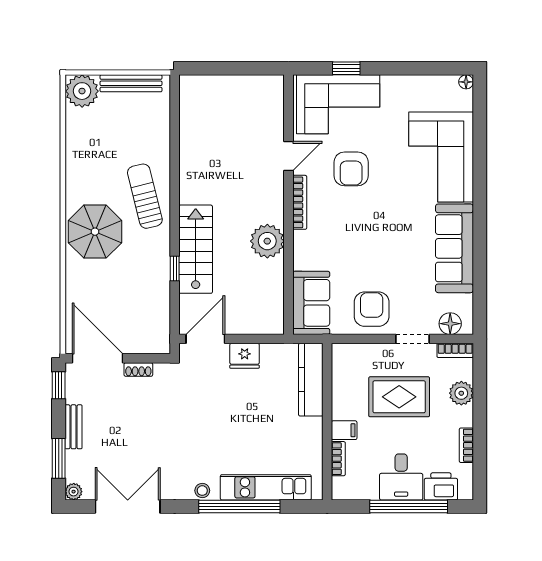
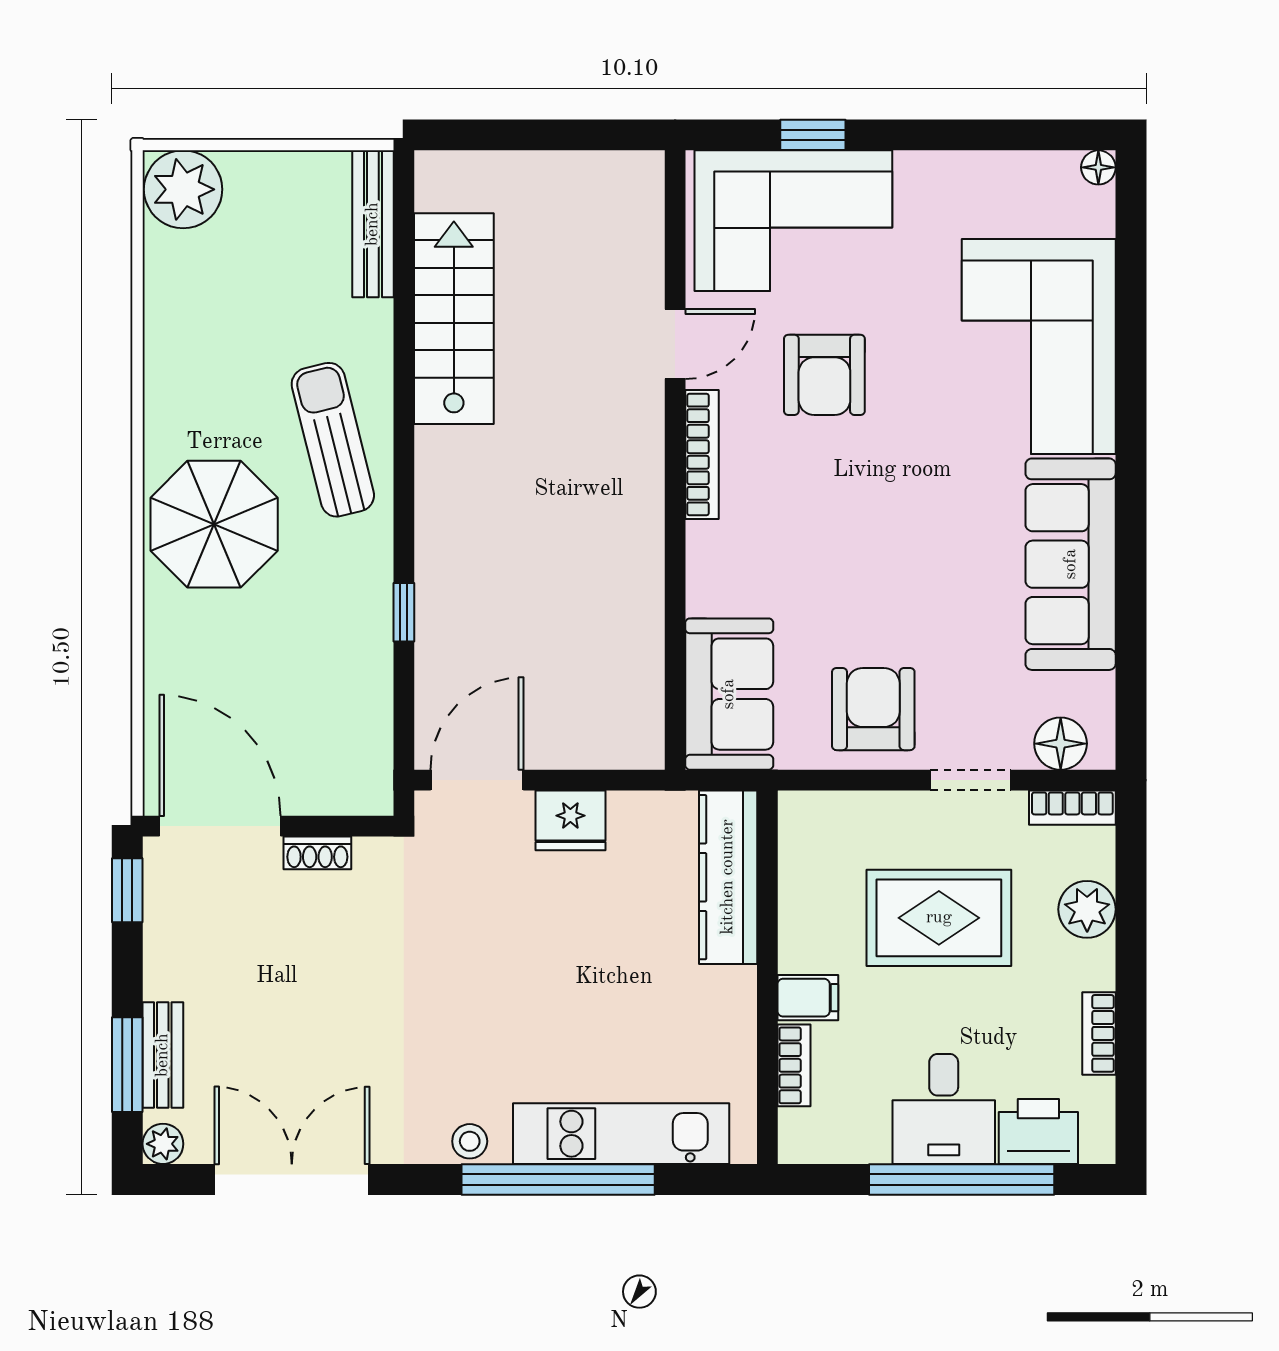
bench: (131, 83) -> (373, 224), moved, turned 90
plant: (267, 241) -> (625, 547), removed
stairs: (196, 249) -> (454, 319), moved
bench: (73, 427) -> (163, 1055), moved

